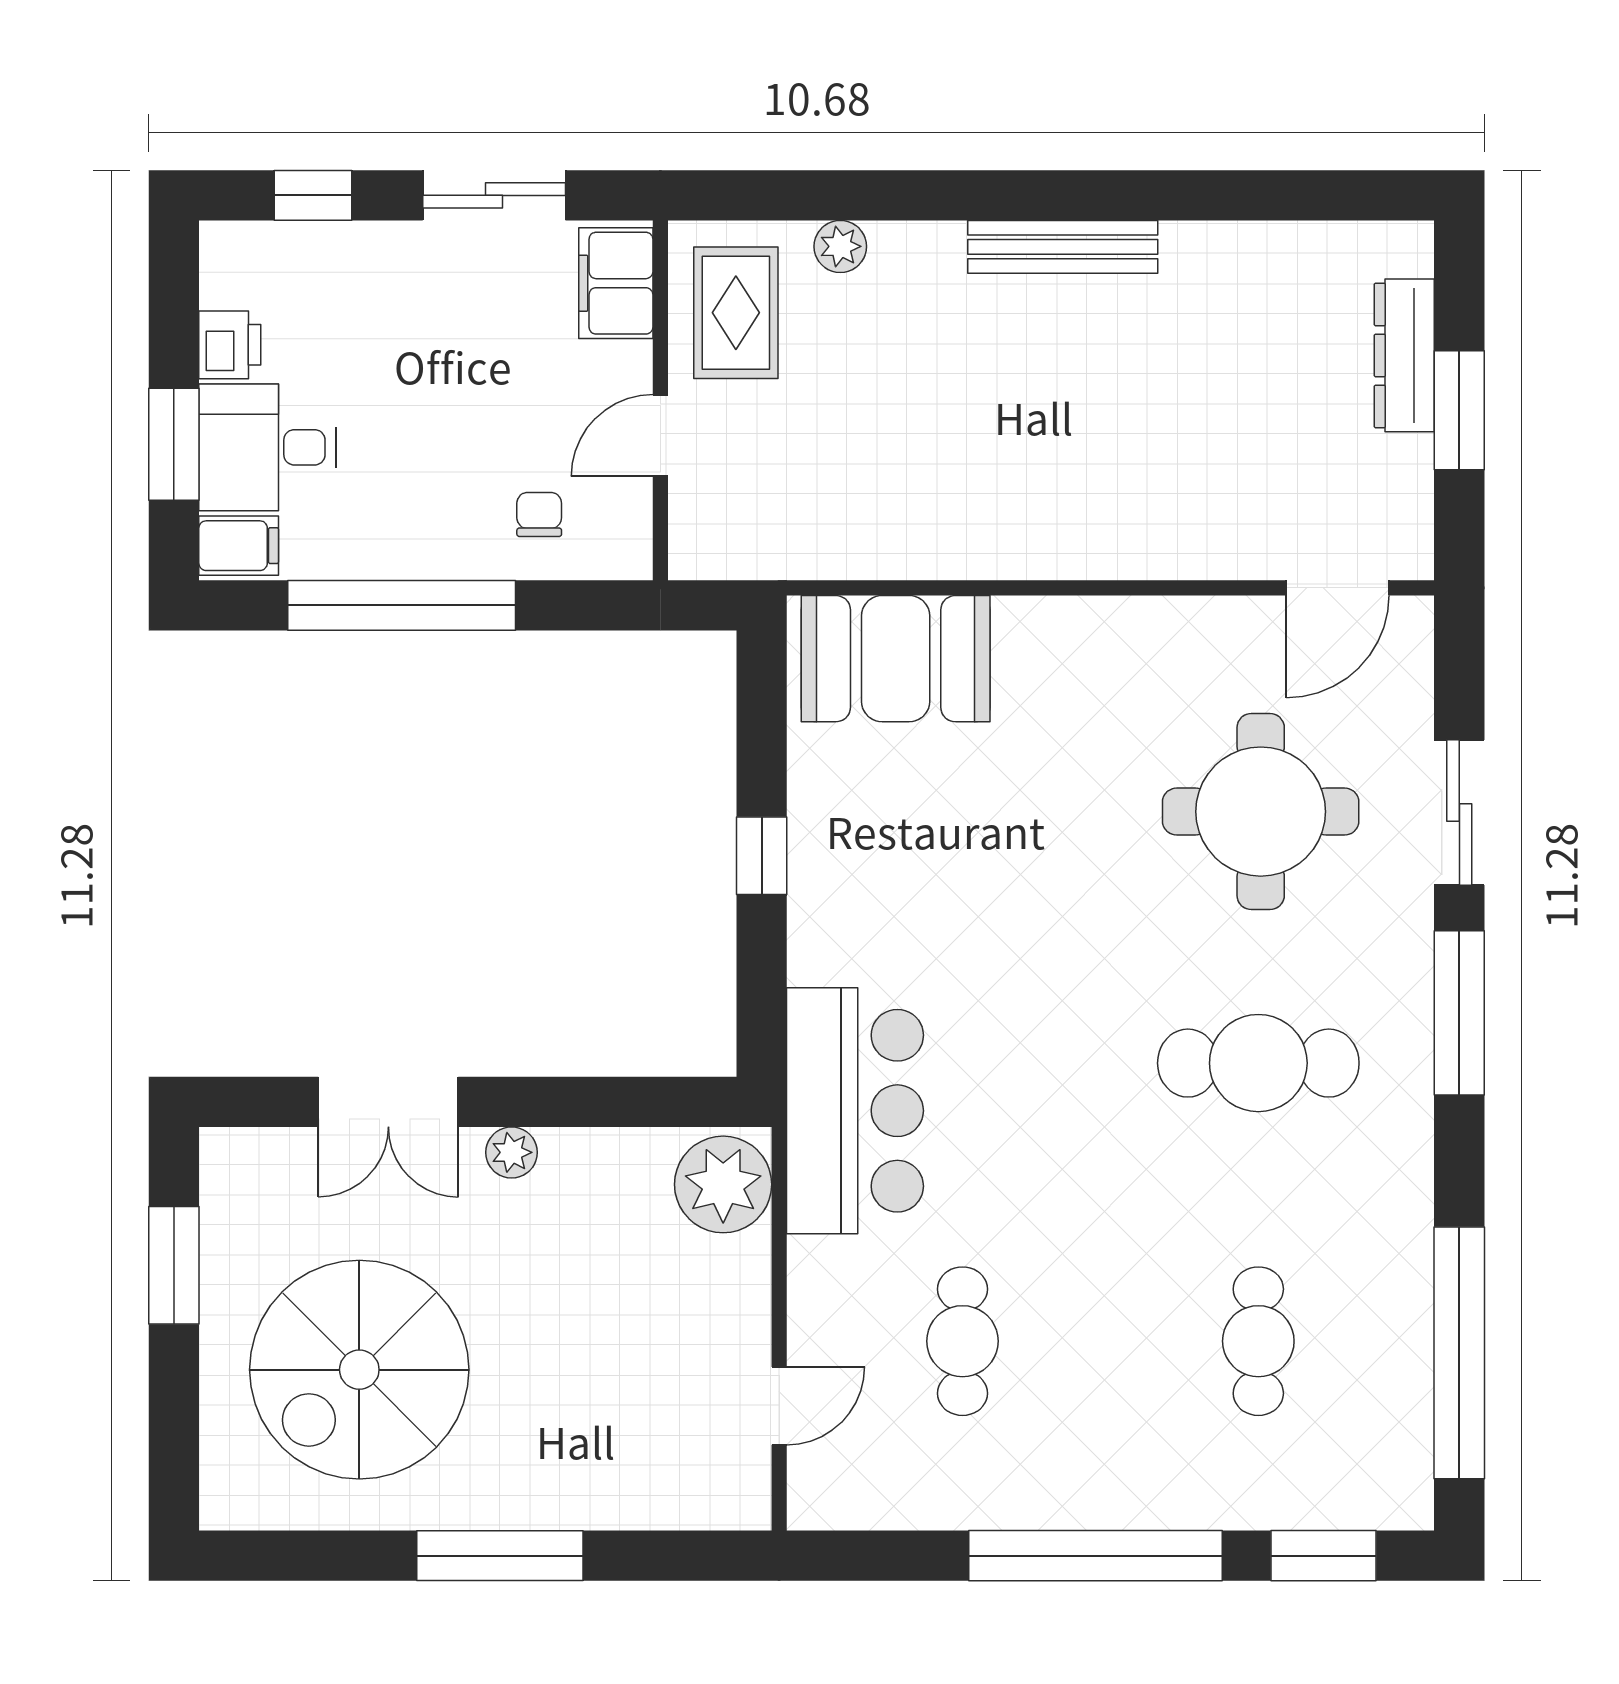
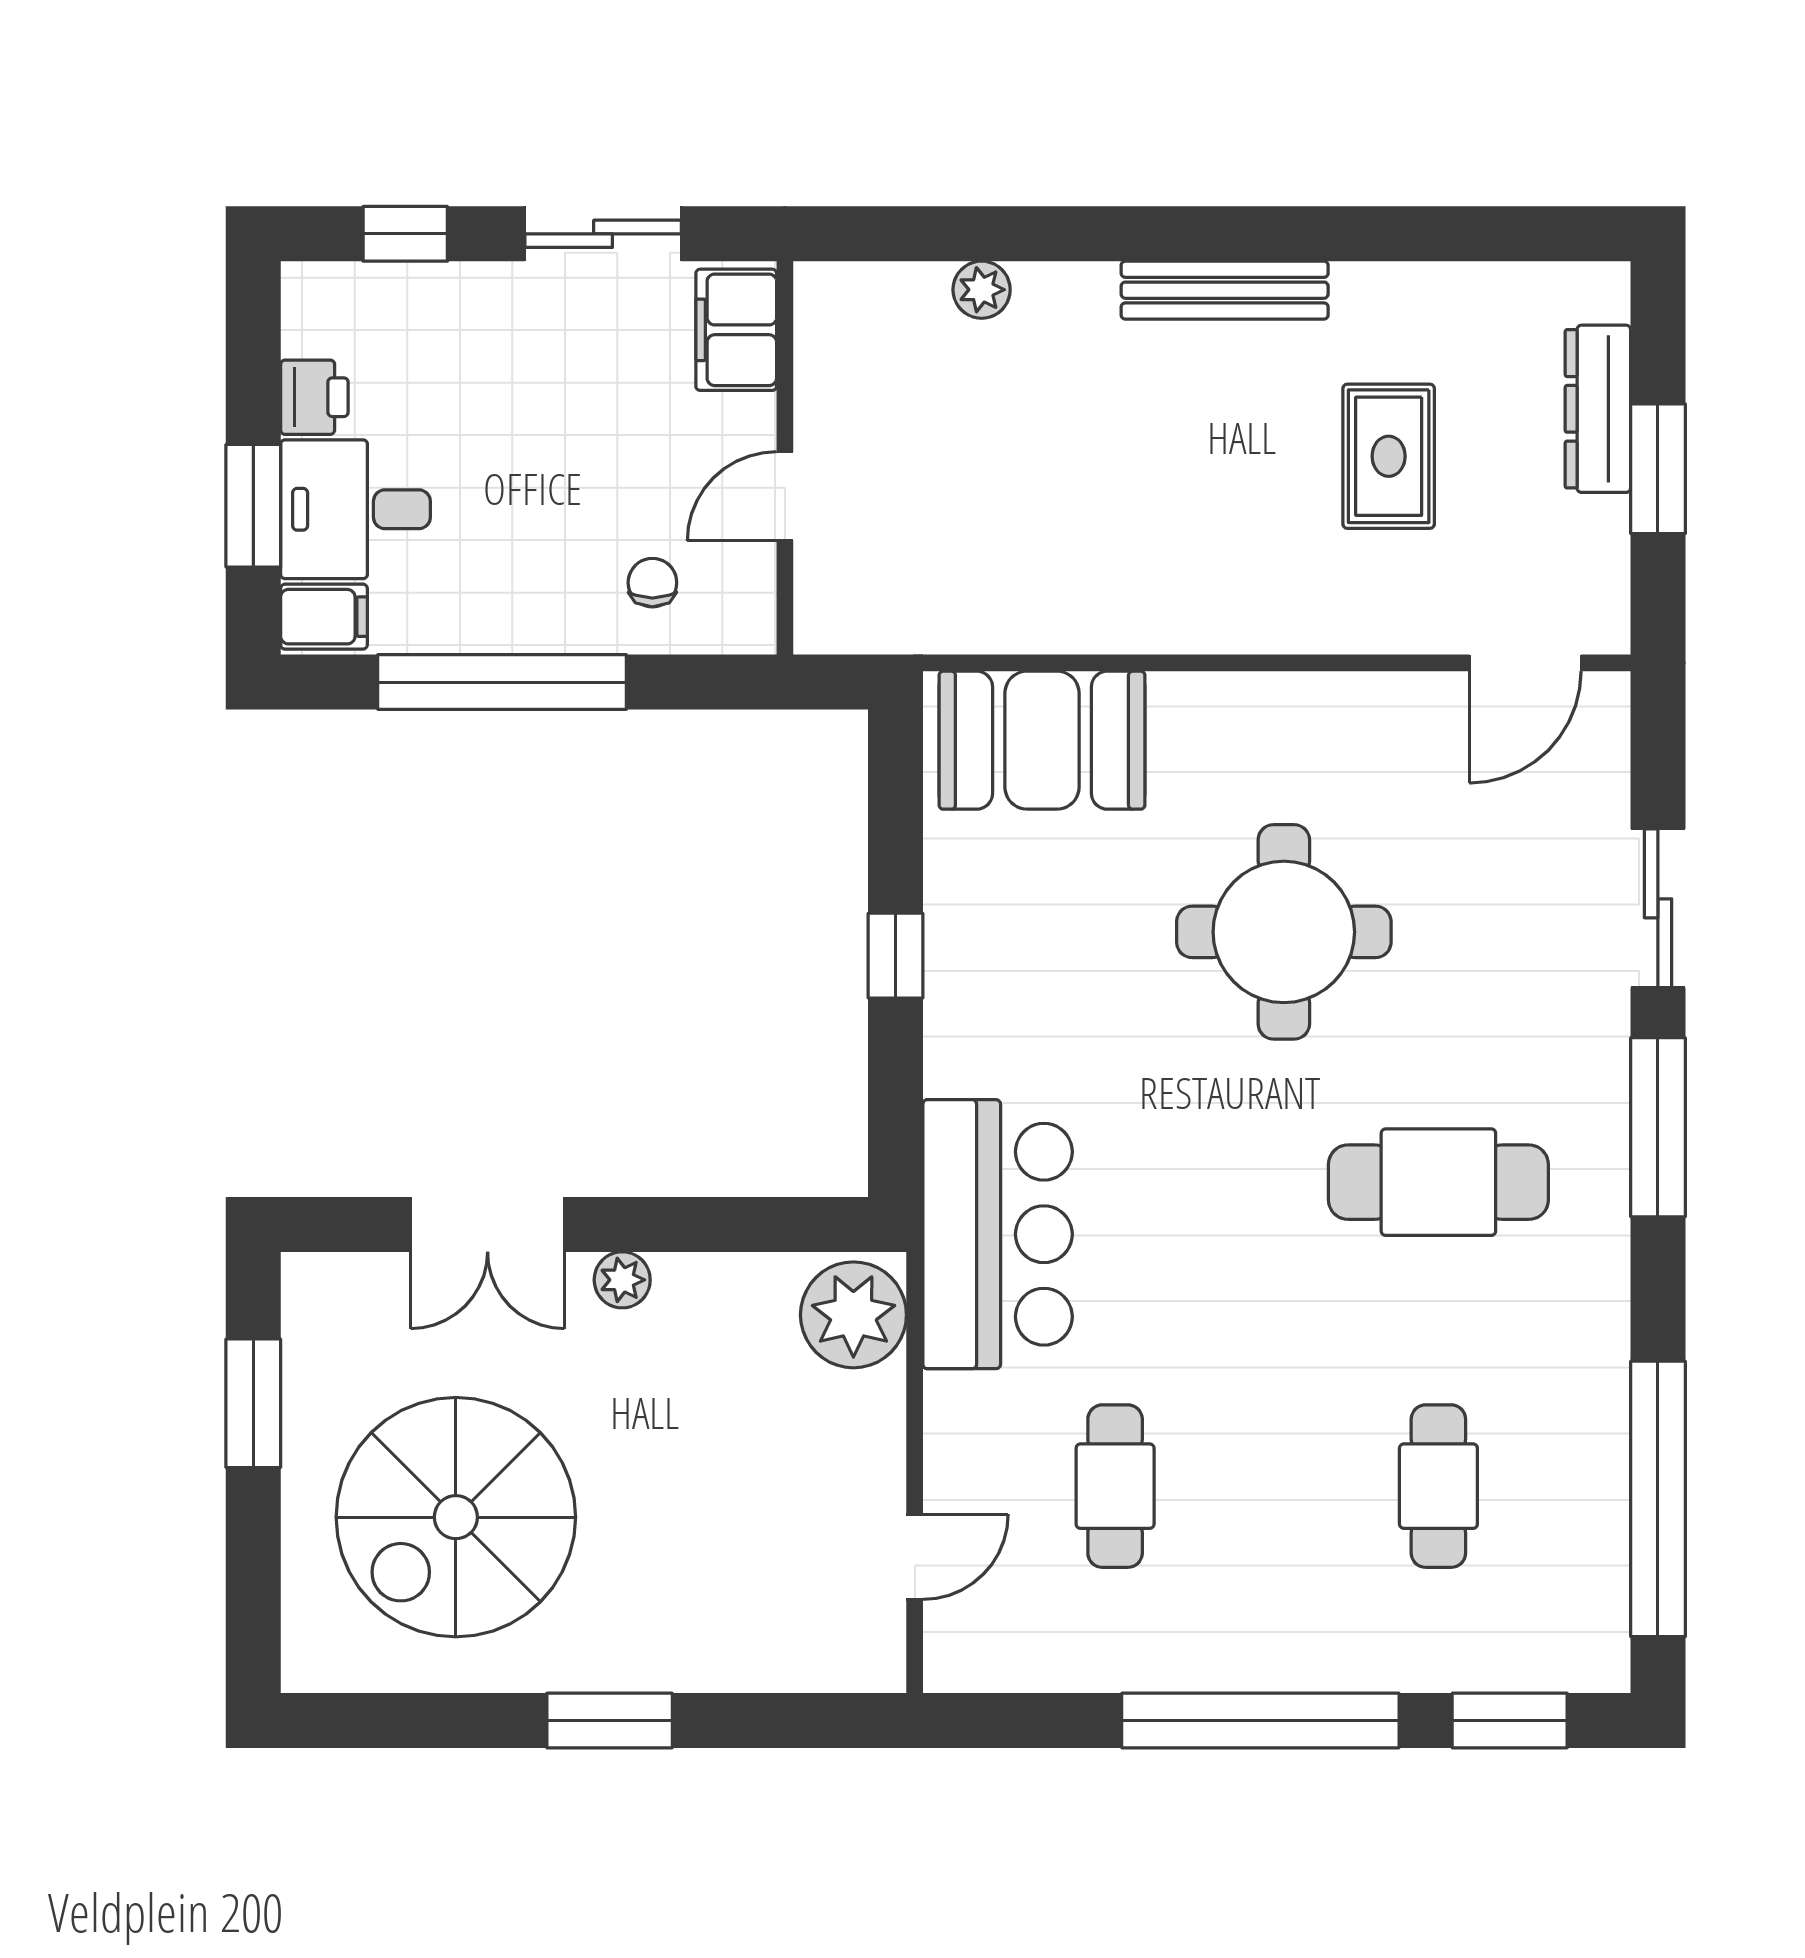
rug: (736, 313) -> (1389, 456), moved
round table: (1261, 812) -> (1284, 932), moved
window: (500, 1556) -> (610, 1721), width x0.69

